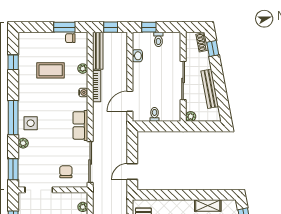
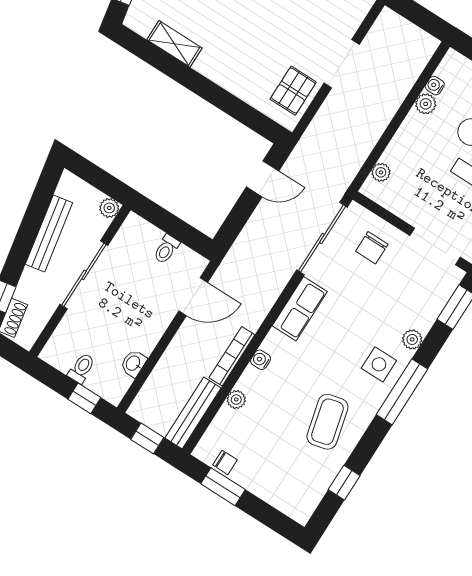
coffee table: (51, 70) -> (327, 422), moved, turned 76

